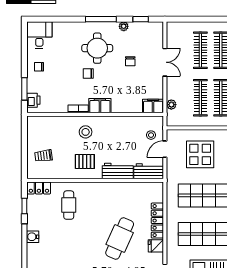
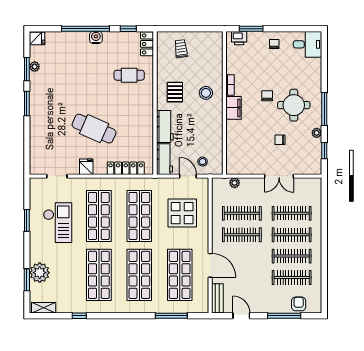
filing cabinet: (153, 106) -> (233, 164), removed
locker: (157, 221) -> (126, 168), moved

